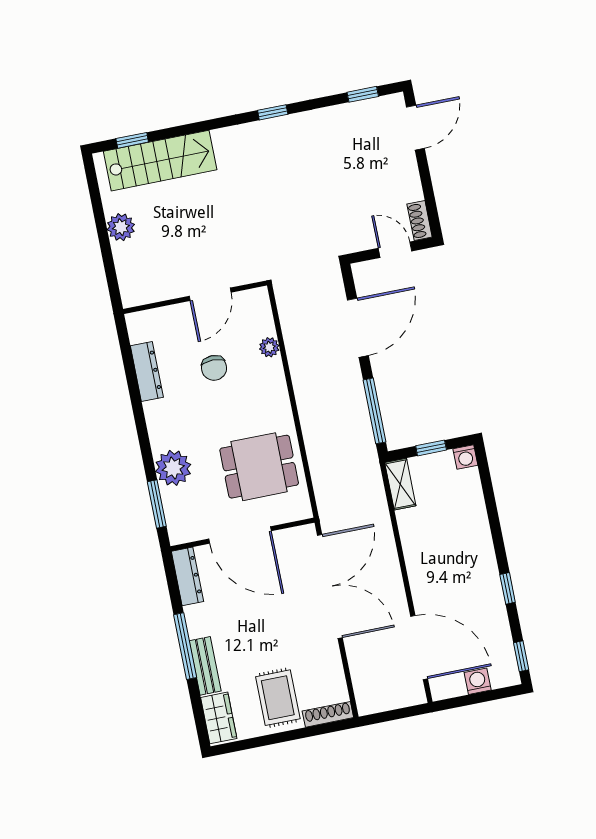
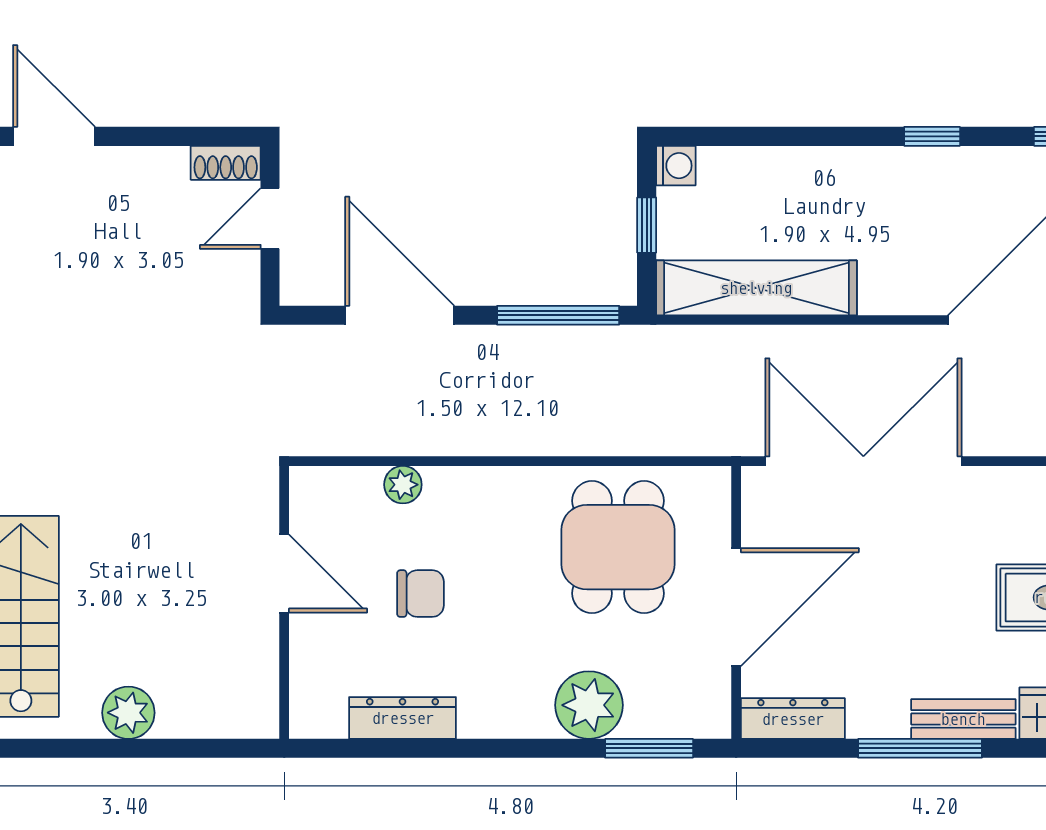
shelving: (400, 484) -> (756, 288), width x2.20, depth x1.33

